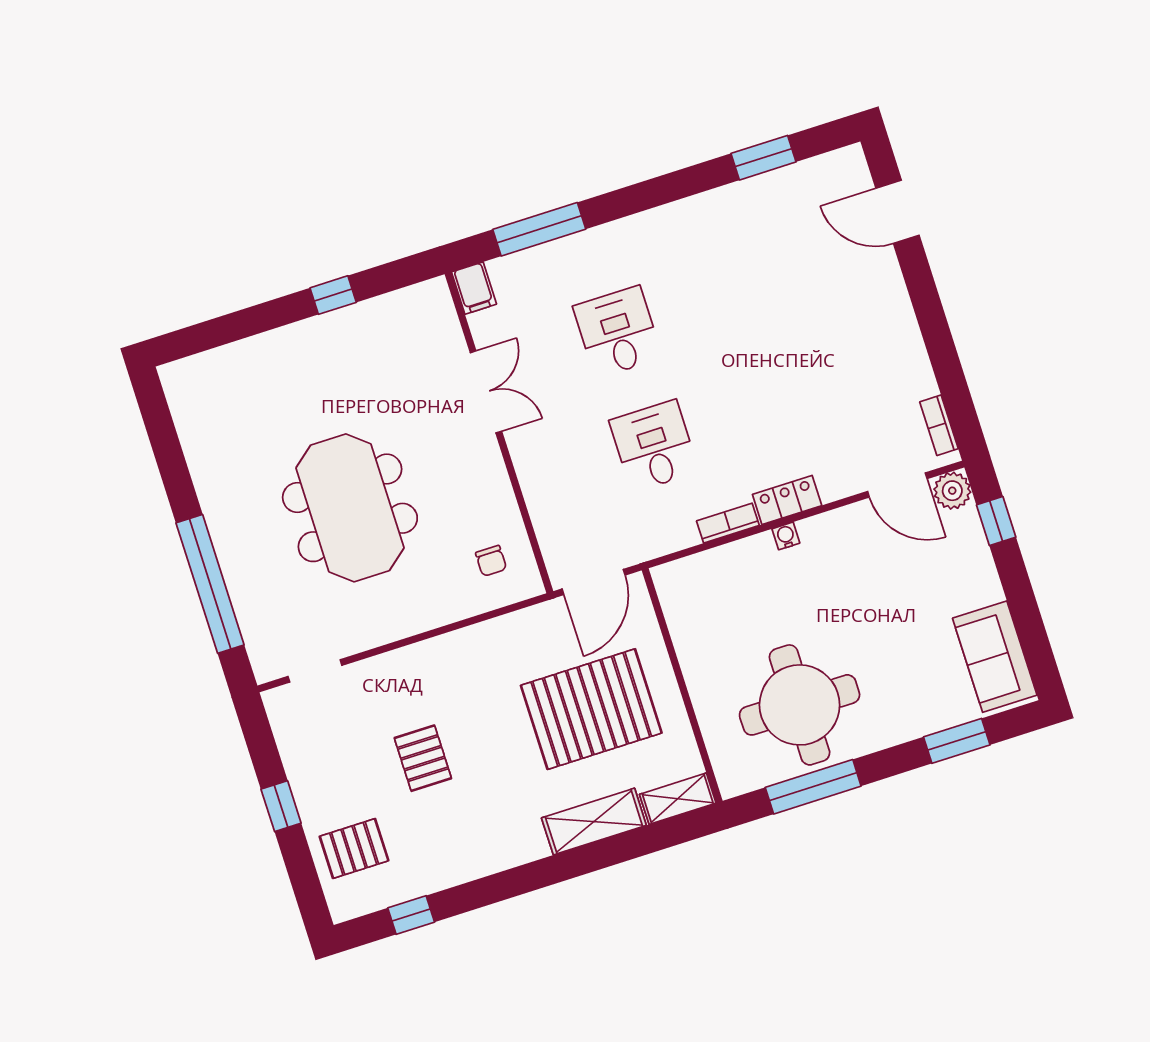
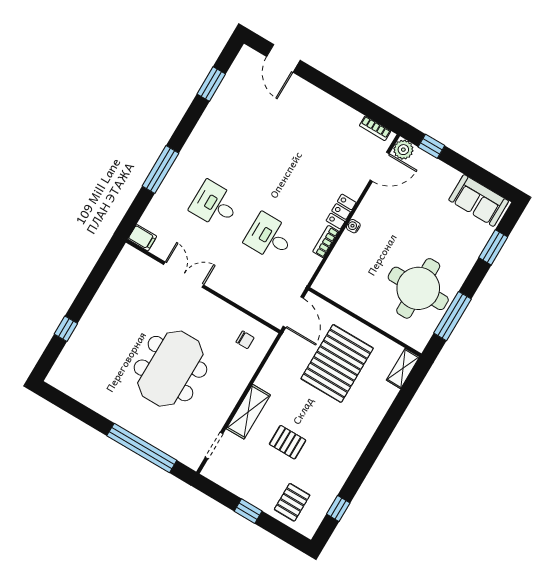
door: (897, 212) -> (283, 58), hinge flipped
window: (539, 229) -> (160, 170), moved
window: (333, 295) -> (66, 329), moved
meeting table: (350, 508) -> (170, 369), turned 90
shelving: (594, 822) -> (248, 412), moved

